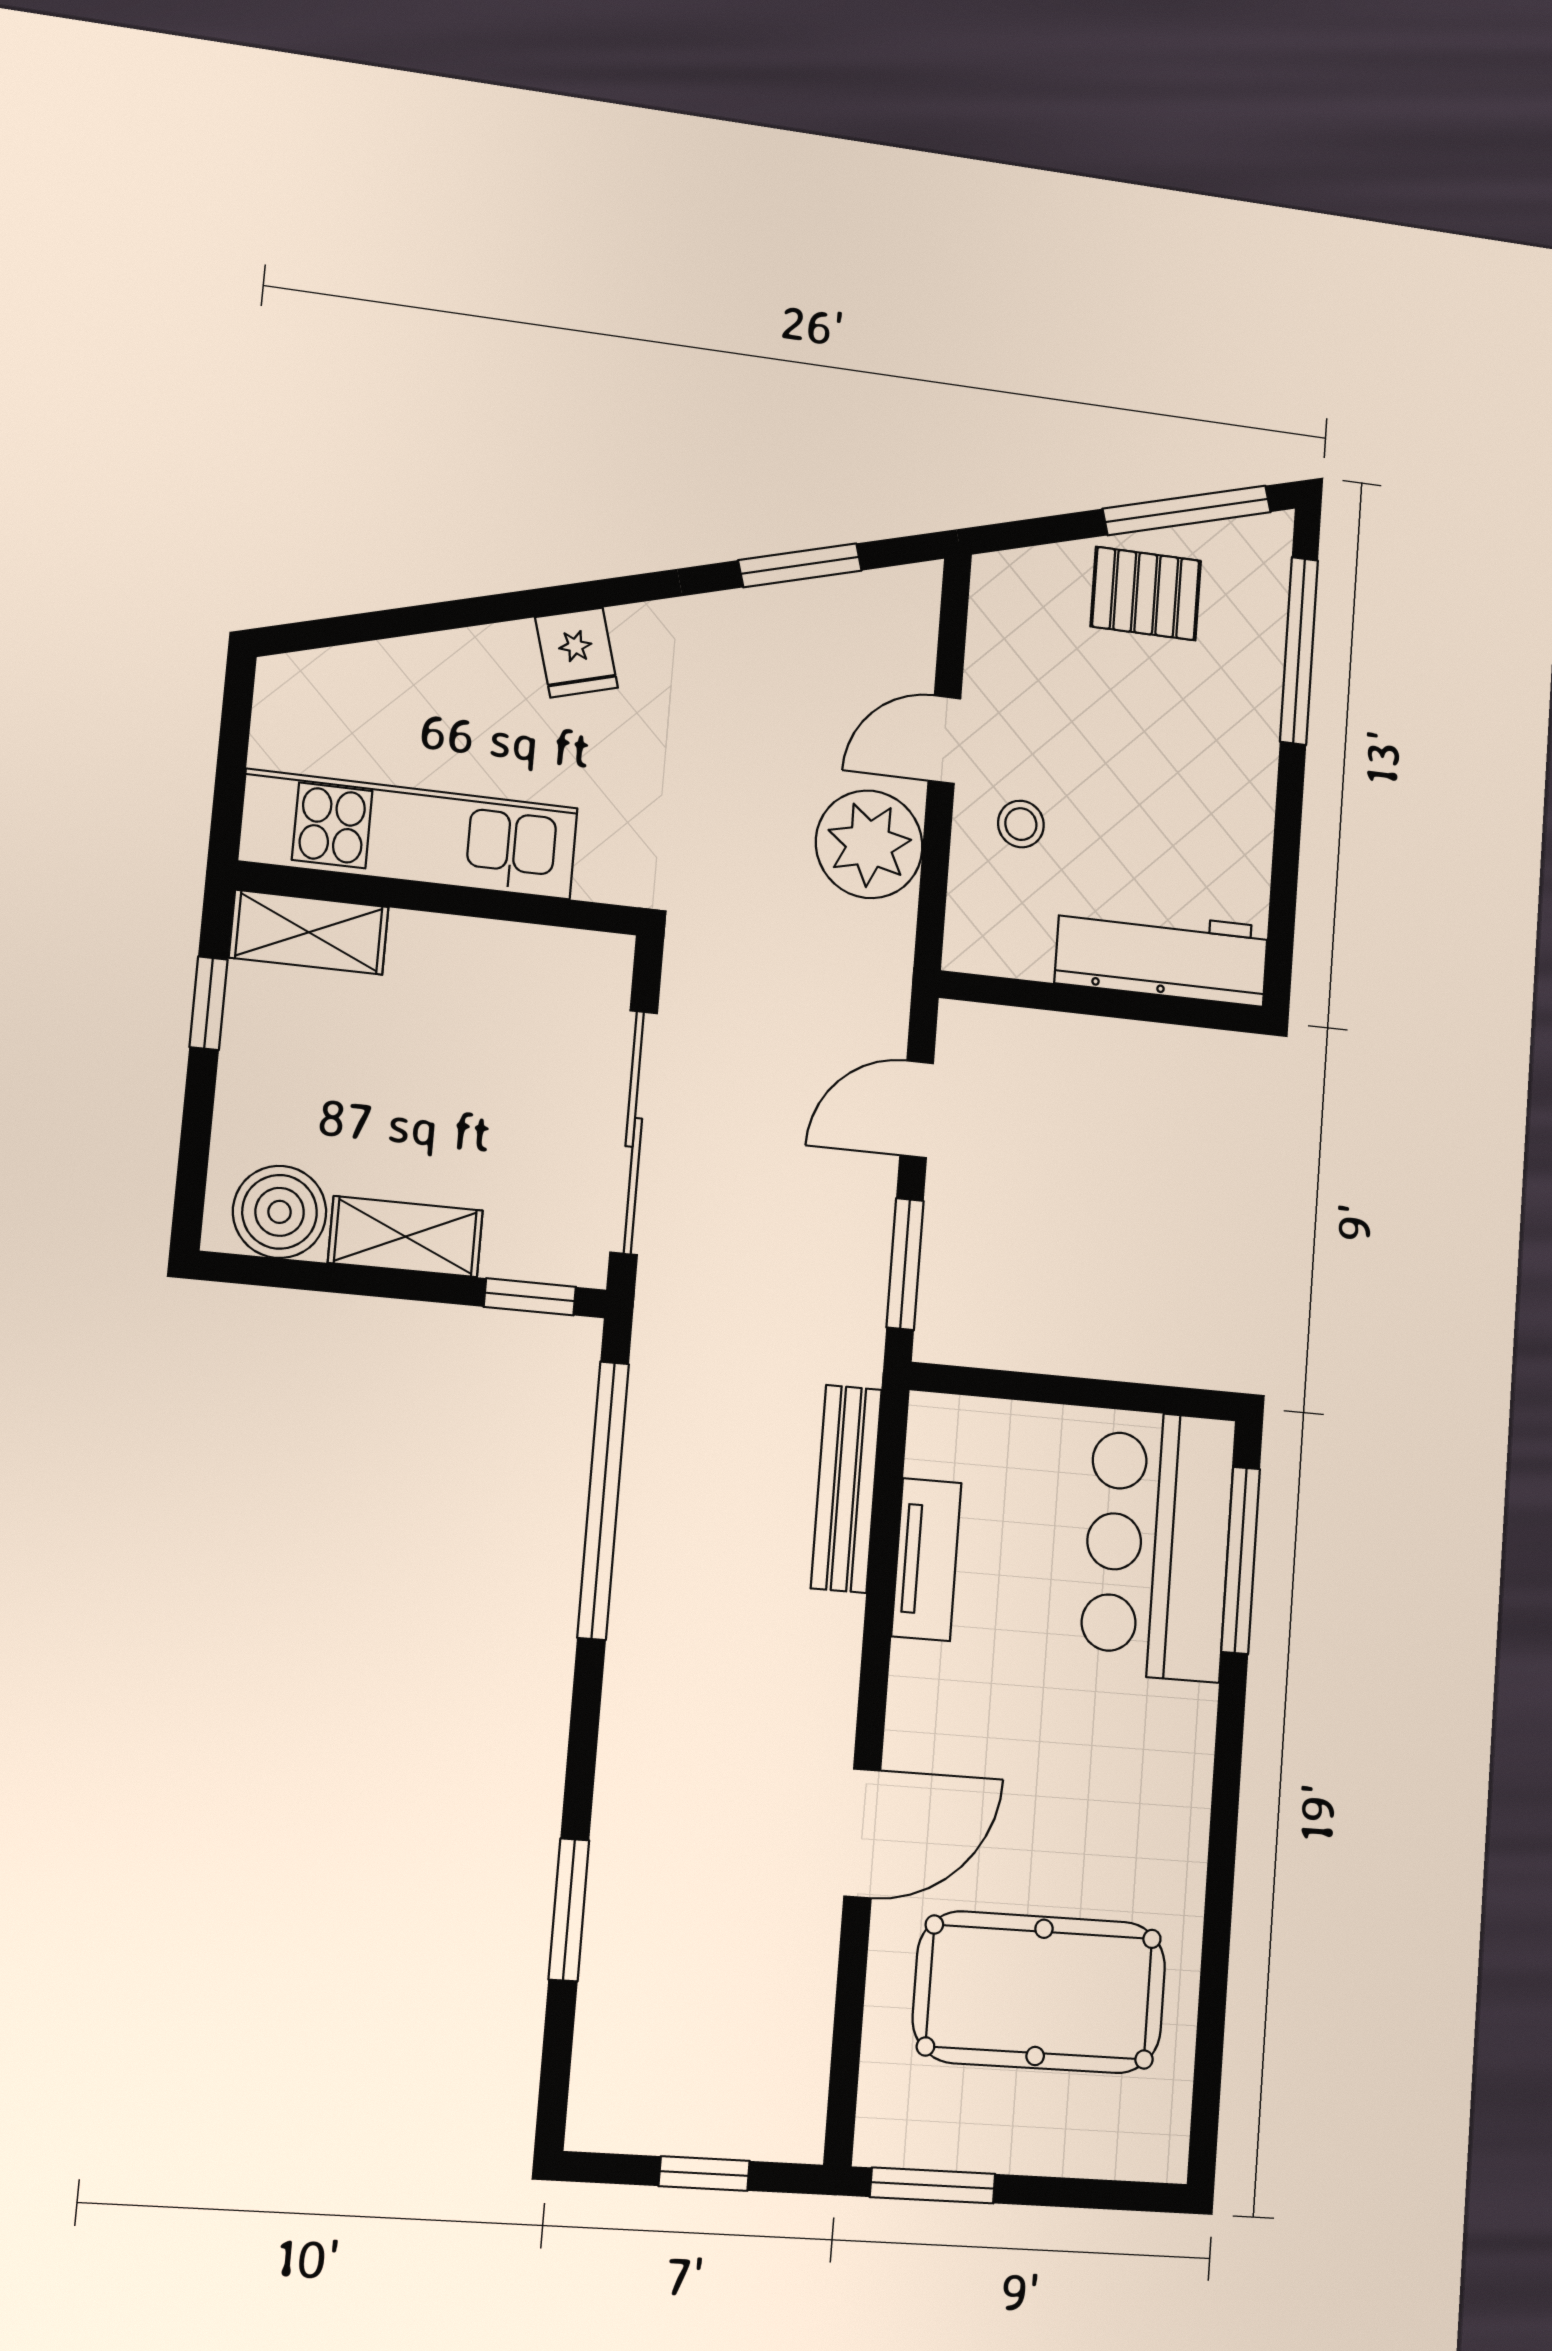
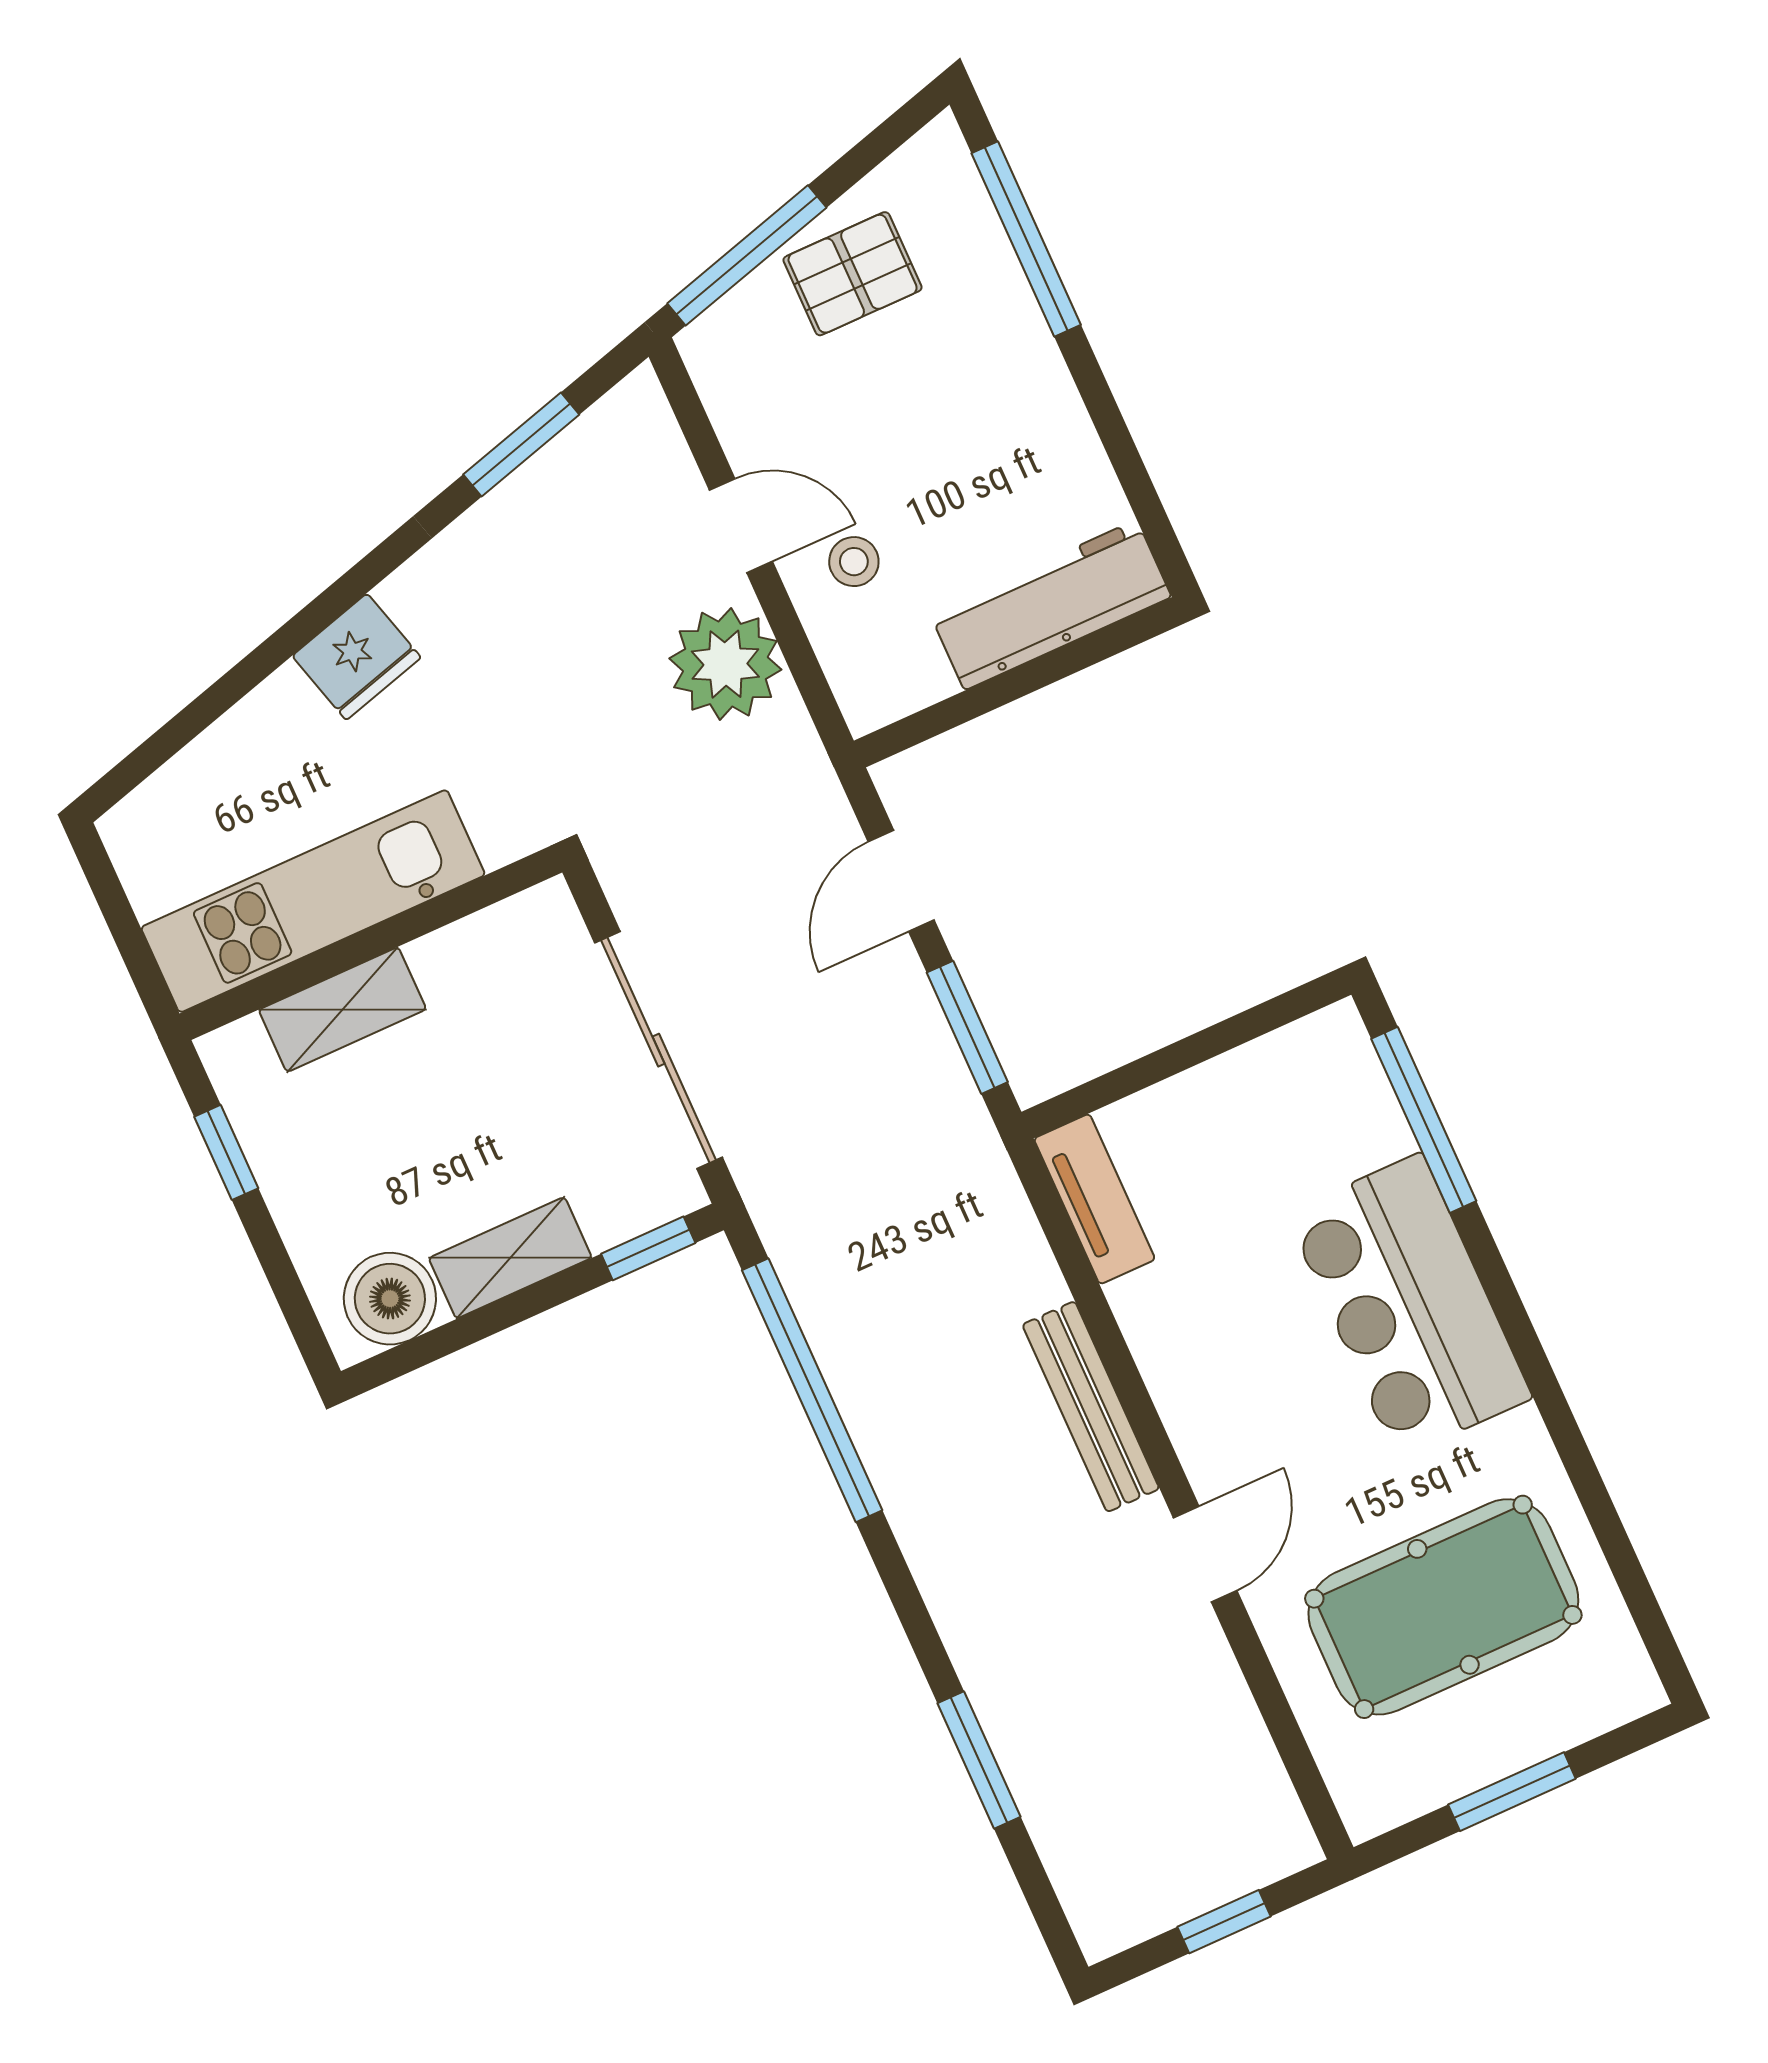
window: (1187, 510) -> (747, 255), moved
fridge: (577, 652) -> (357, 657), width x1.38
door: (944, 740) -> (741, 526), swing flipped
shelving: (309, 932) -> (342, 1010), moved
bench: (846, 1489) -> (1091, 1407), moved
bar counter: (1158, 1545) -> (1409, 1306), moved
tv unit: (926, 1560) -> (1094, 1199), moved
door: (862, 1833) -> (1205, 1554), width x0.73
window: (933, 2186) -> (1512, 1792), moved

